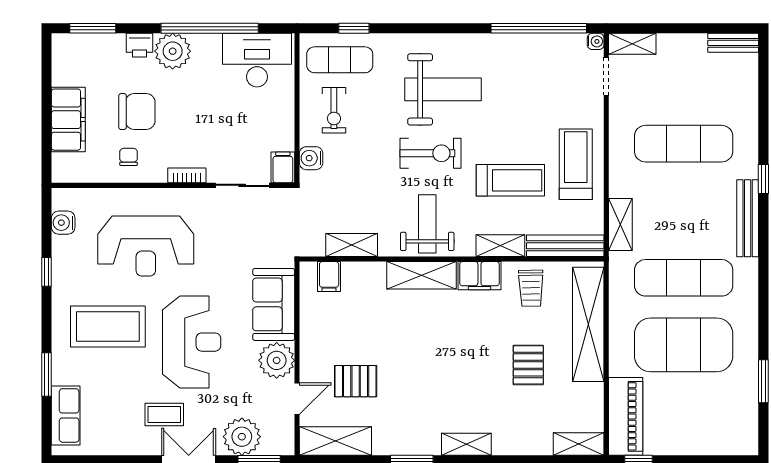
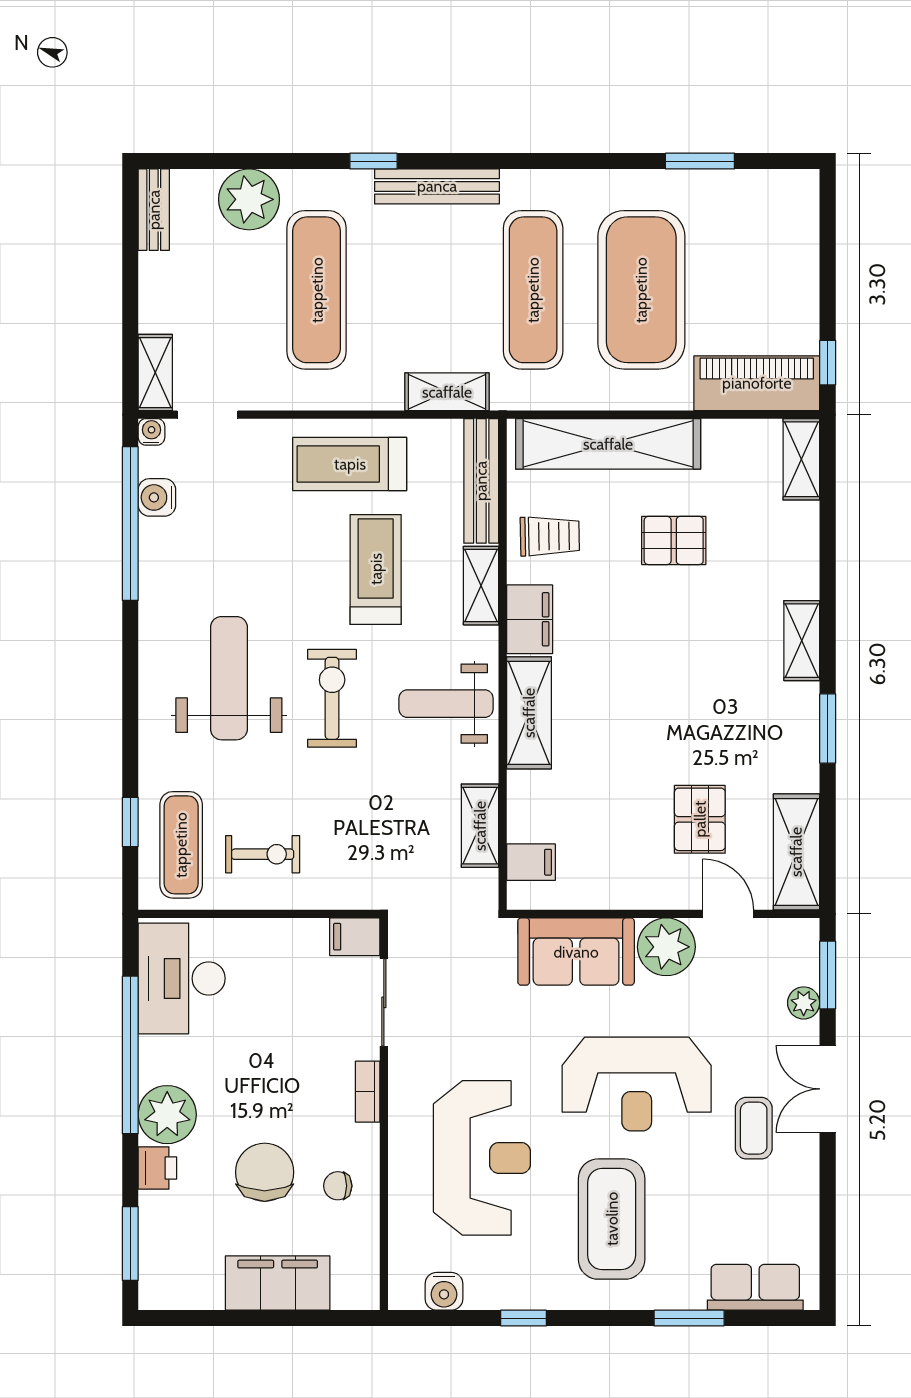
plant: (740, 102) -> (249, 199), added
water cooler: (311, 158) -> (157, 497), moved, turned 90
reception desk: (192, 342) -> (637, 1084), turned 180
plant: (242, 437) -> (804, 1003), width x0.53, depth x0.53

